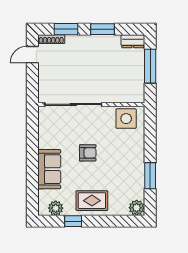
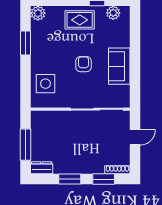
door: (32, 55) -> (135, 137), moved
side table: (126, 119) -> (46, 84), moved
armchair: (88, 153) -> (83, 64), turned 90
sofa: (49, 169) -> (119, 66), moved

